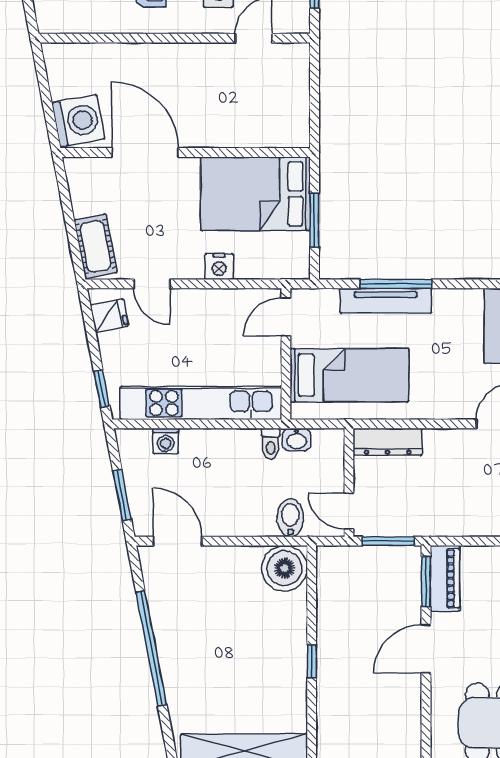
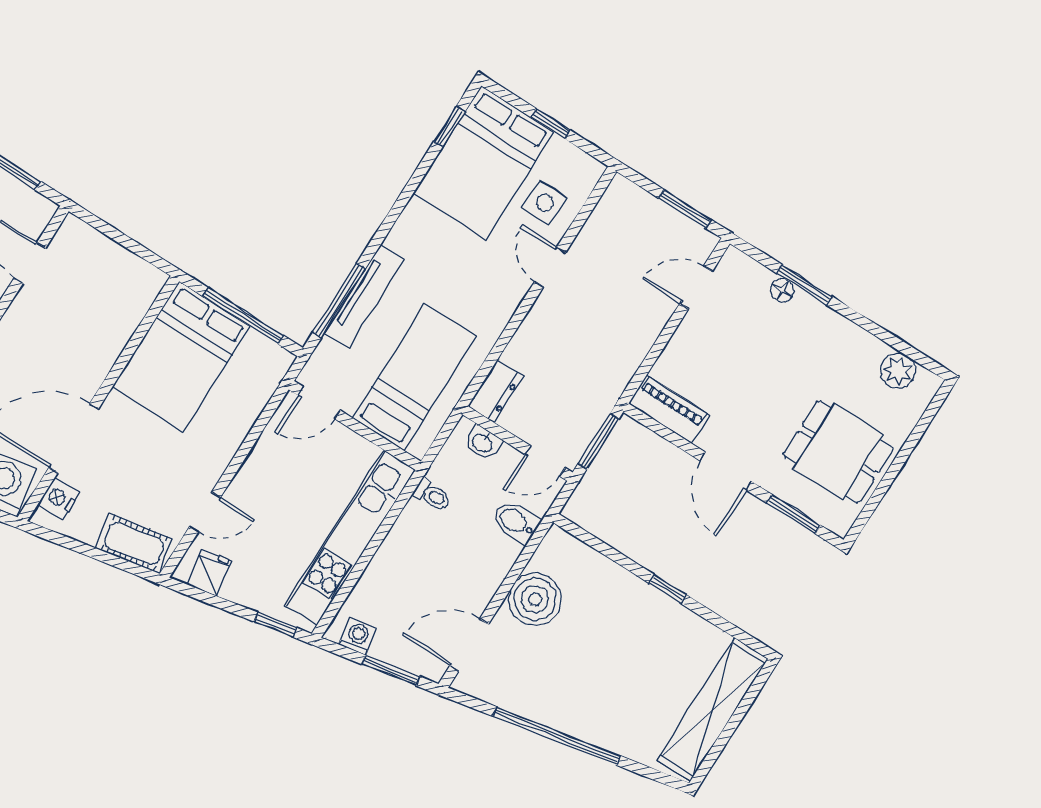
window: (315, 220) -> (243, 316), width x1.44
nightstand: (219, 267) -> (59, 498), moved, turned 180
window: (396, 284) -> (339, 300), moved
door: (286, 317) -> (319, 403), hinge flipped
washbasin: (297, 440) -> (483, 443), moved, turned 90
washing machine: (166, 441) -> (358, 636), moved, turned -101
dresser: (388, 442) -> (495, 391), width x0.70
boiler: (285, 568) -> (535, 599), moved
window: (426, 582) -> (794, 514), moved

